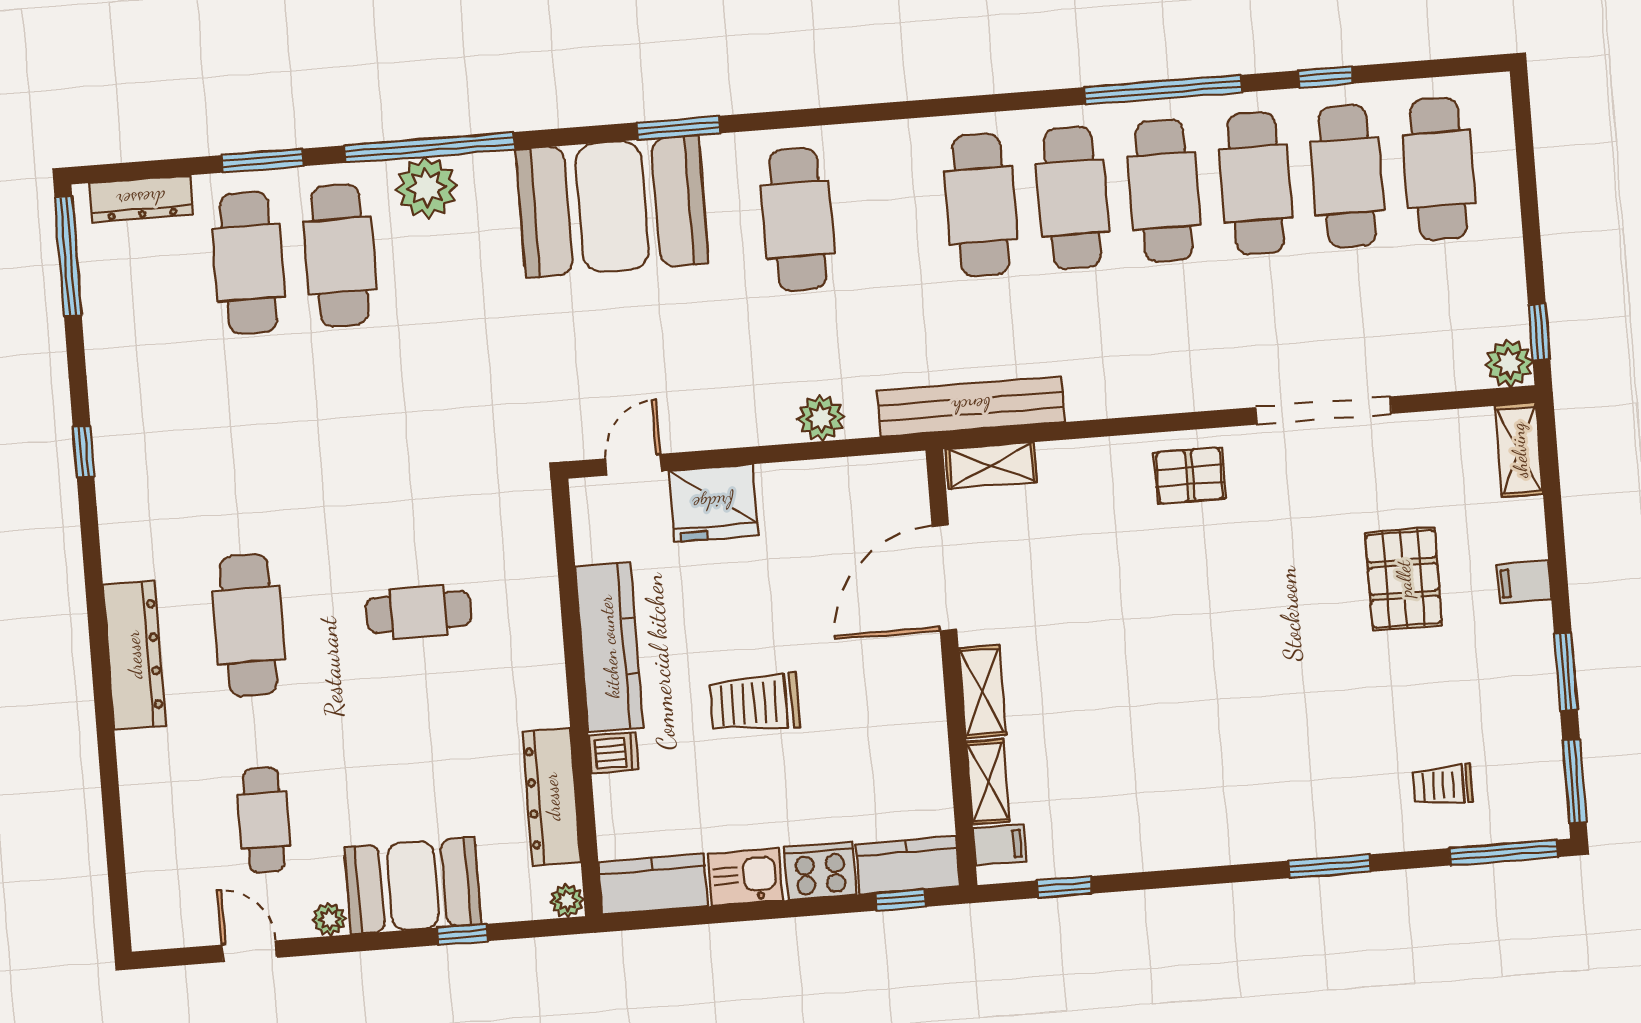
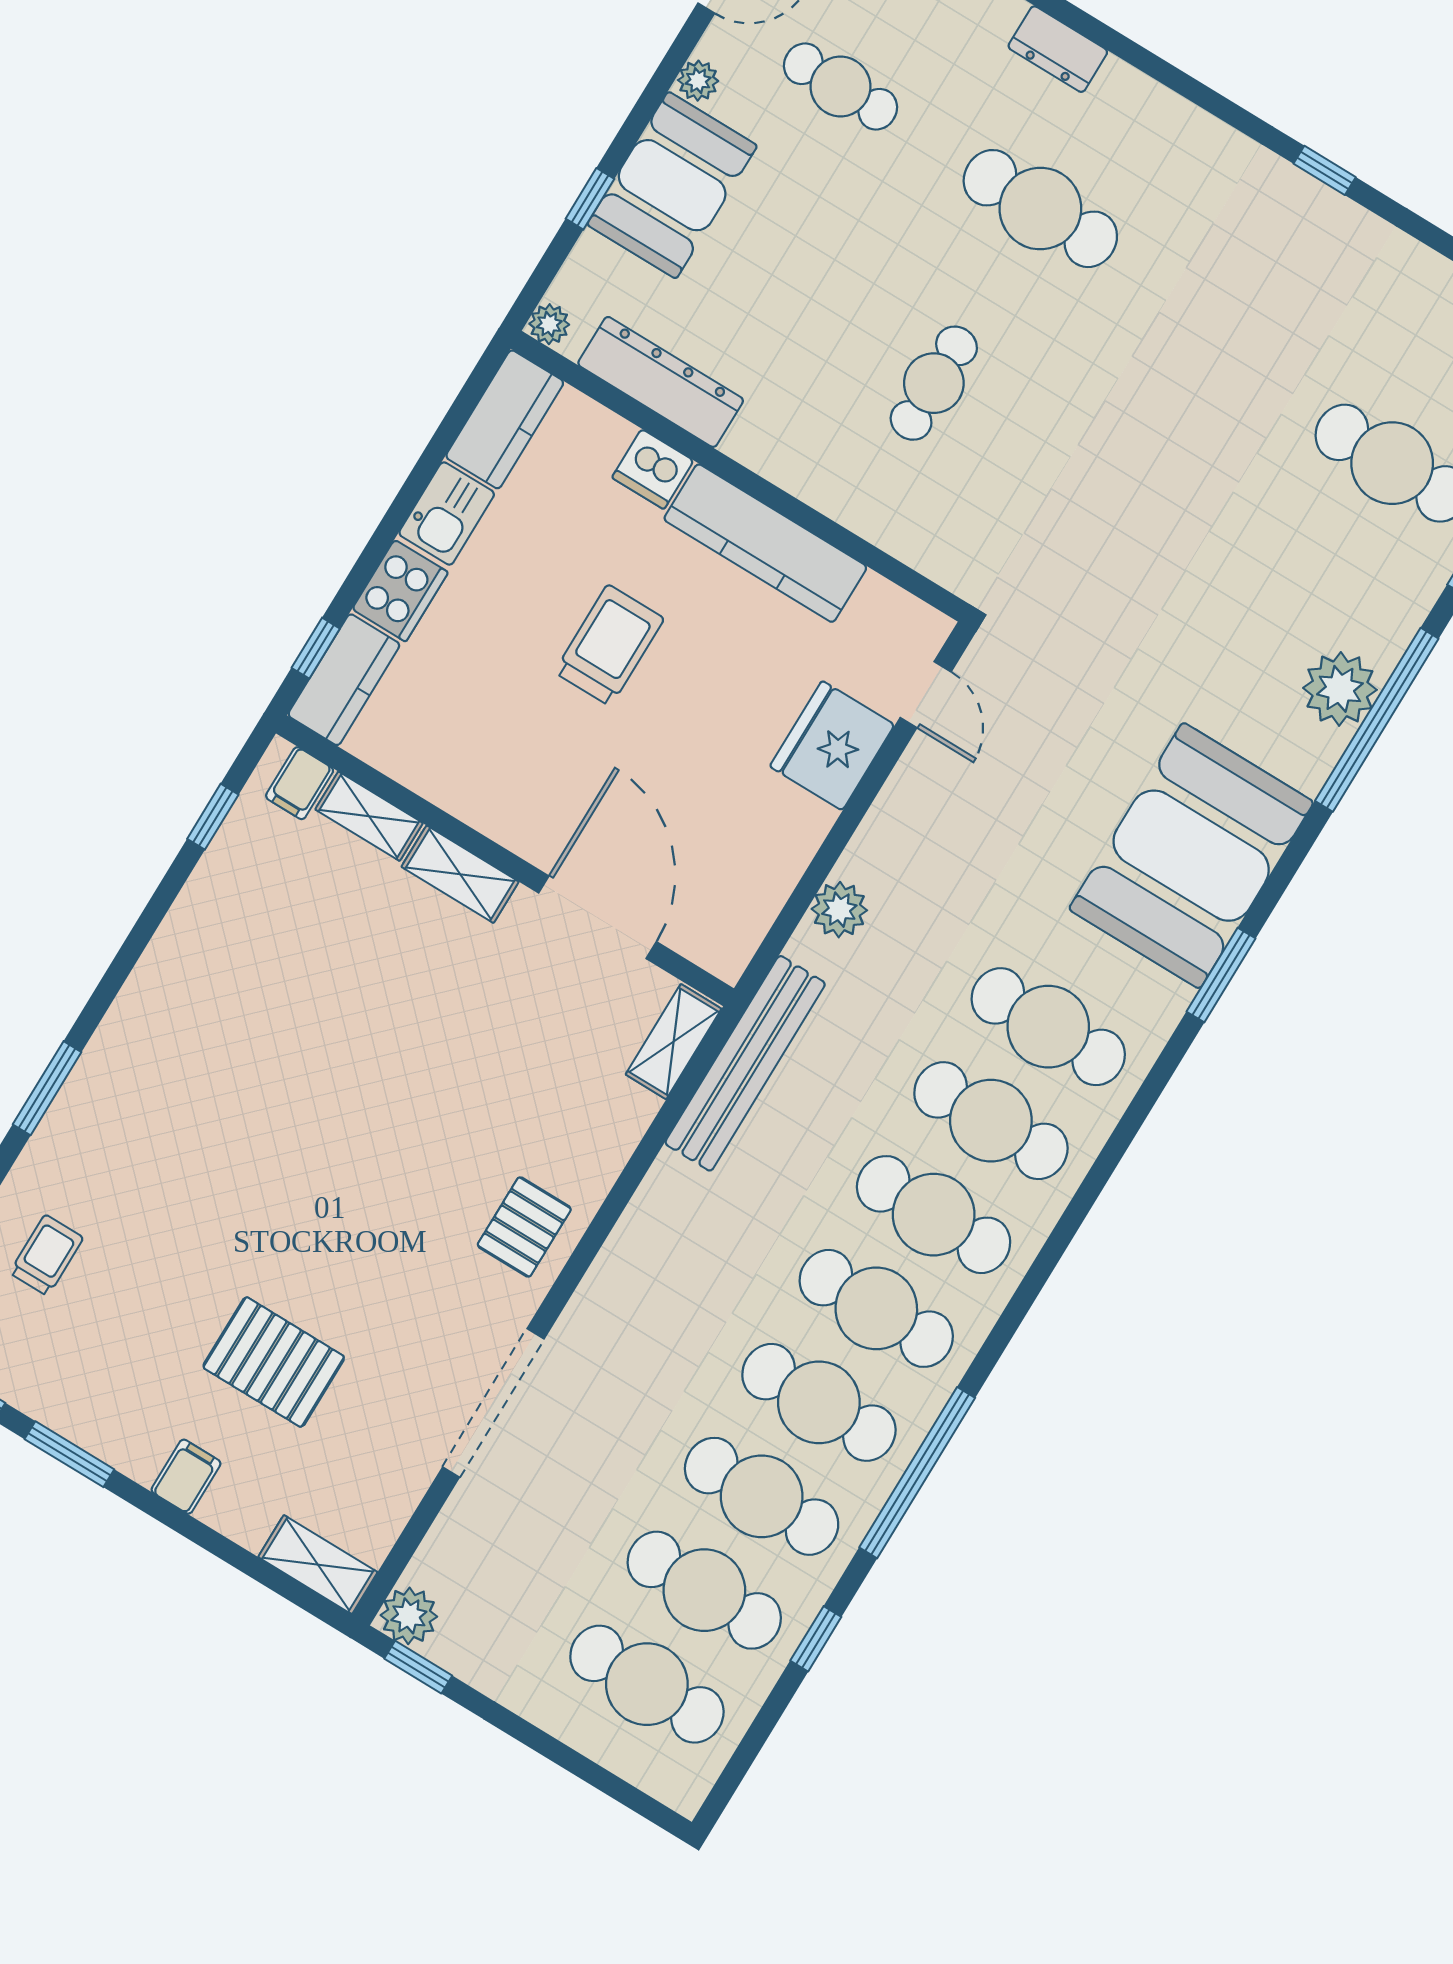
cafe table: (340, 255) -> (991, 1121), moved
dresser: (134, 655) -> (1058, 49), width x0.51, depth x0.80
dishwasher: (614, 753) -> (653, 469), width x1.38

